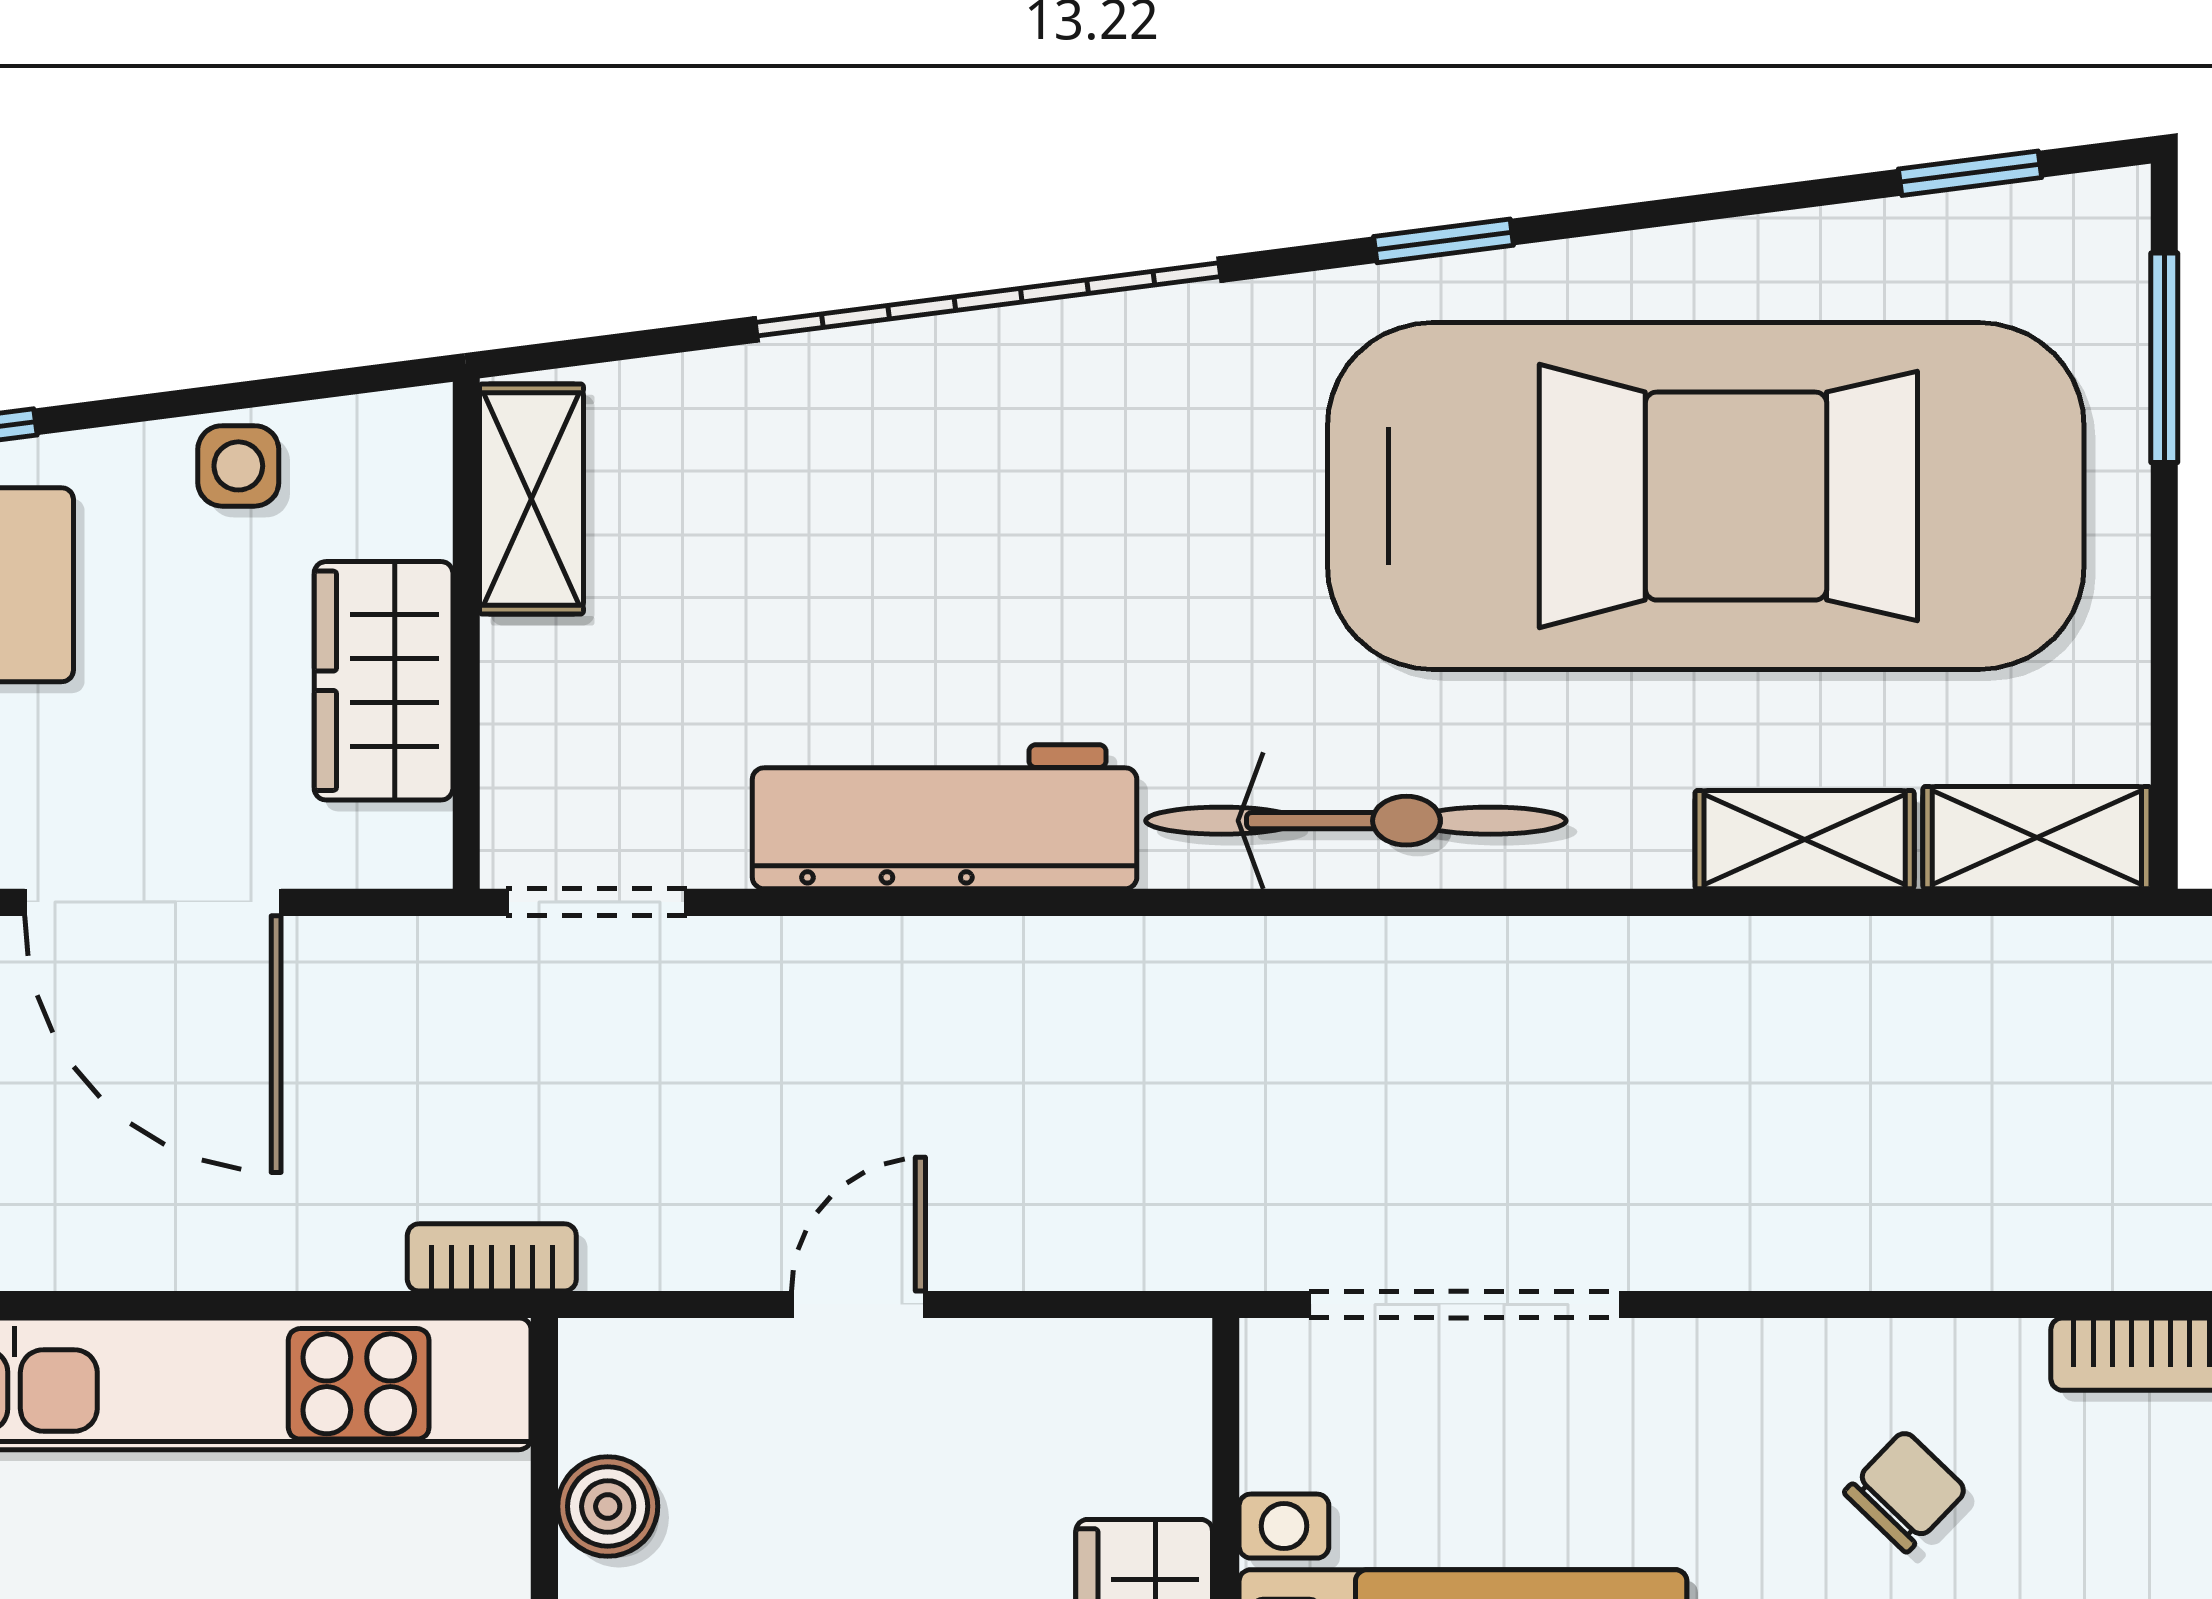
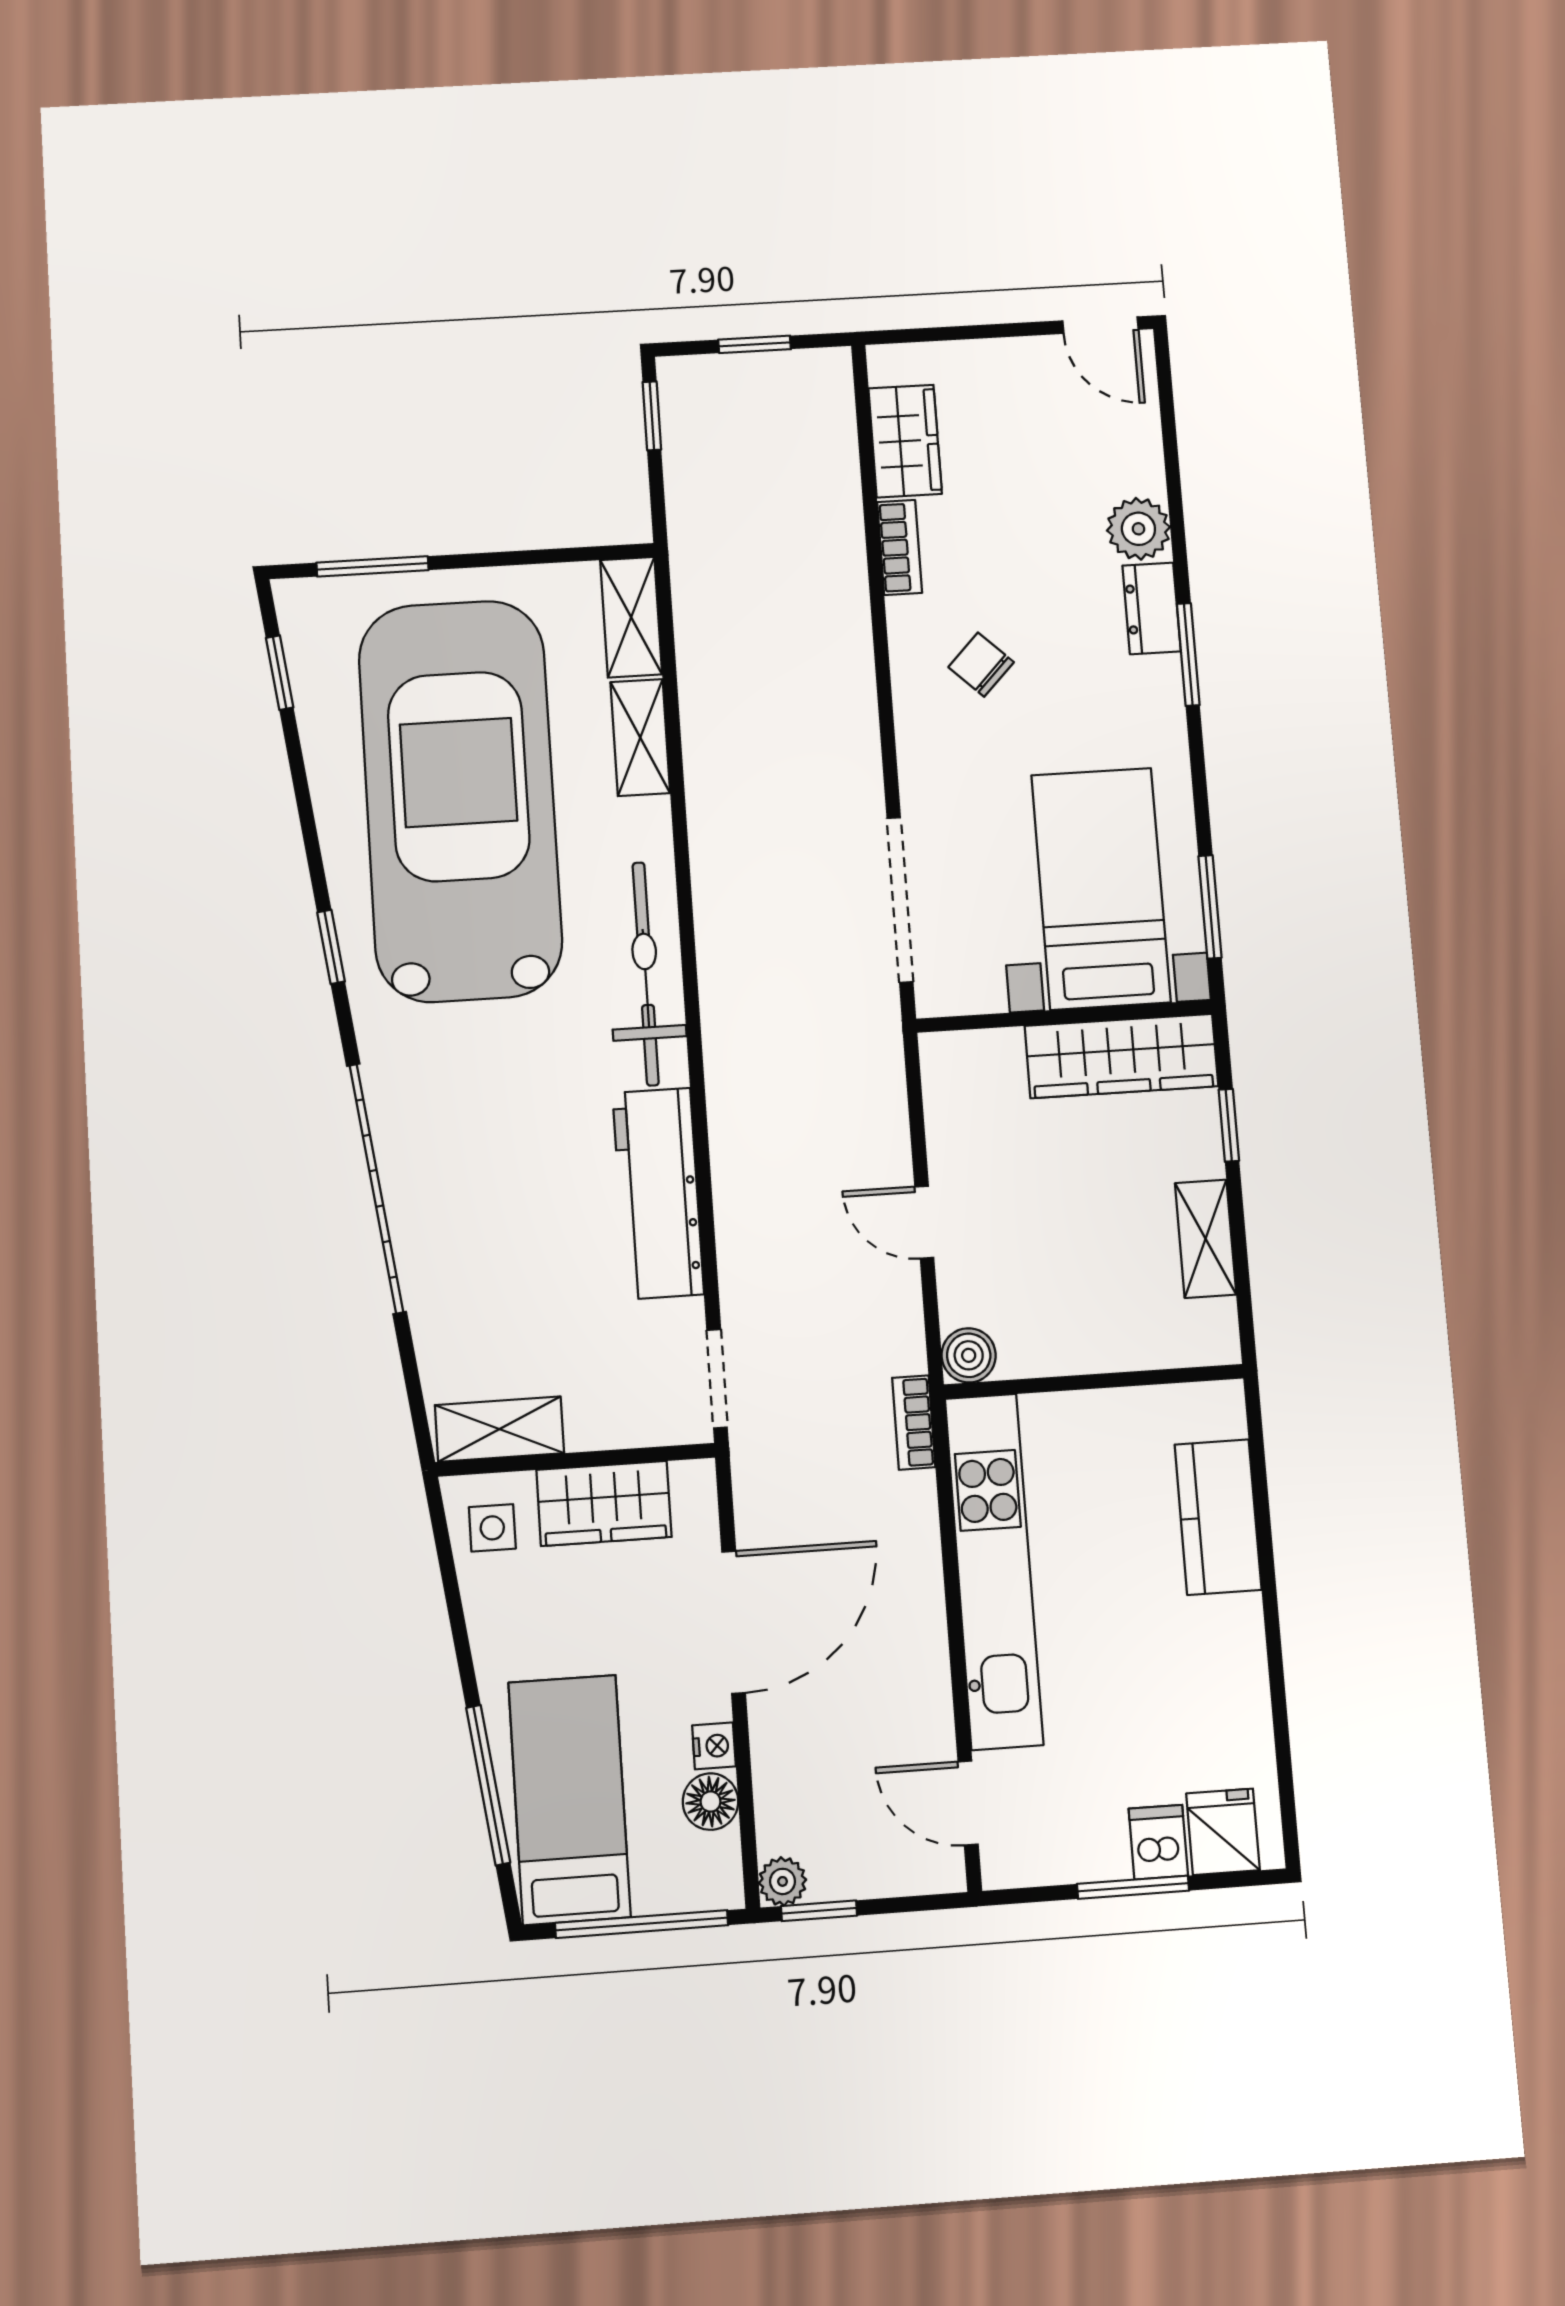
side table: (238, 466) -> (492, 1528), moved
boiler: (608, 1506) -> (969, 1355), moved

